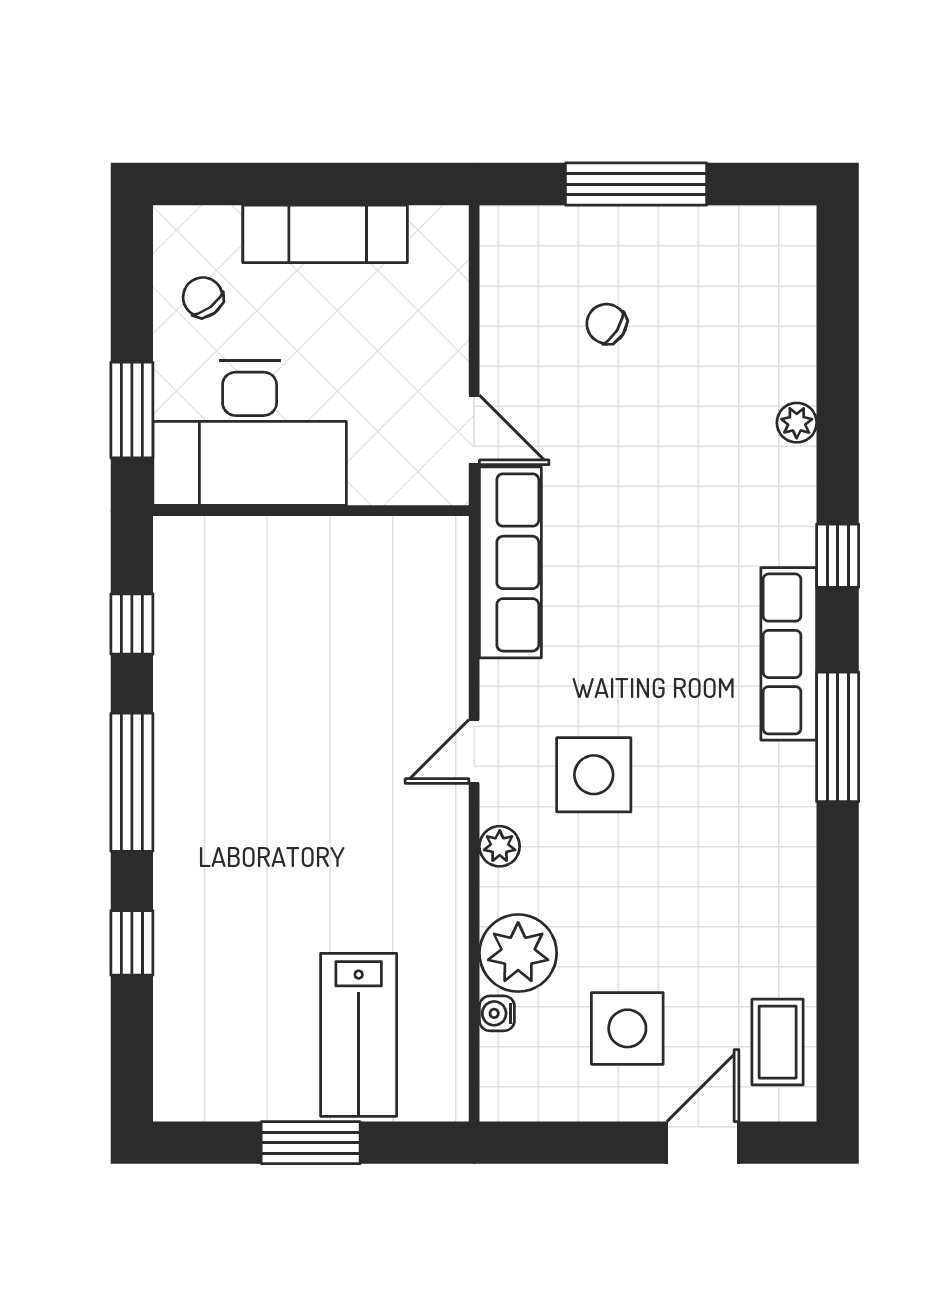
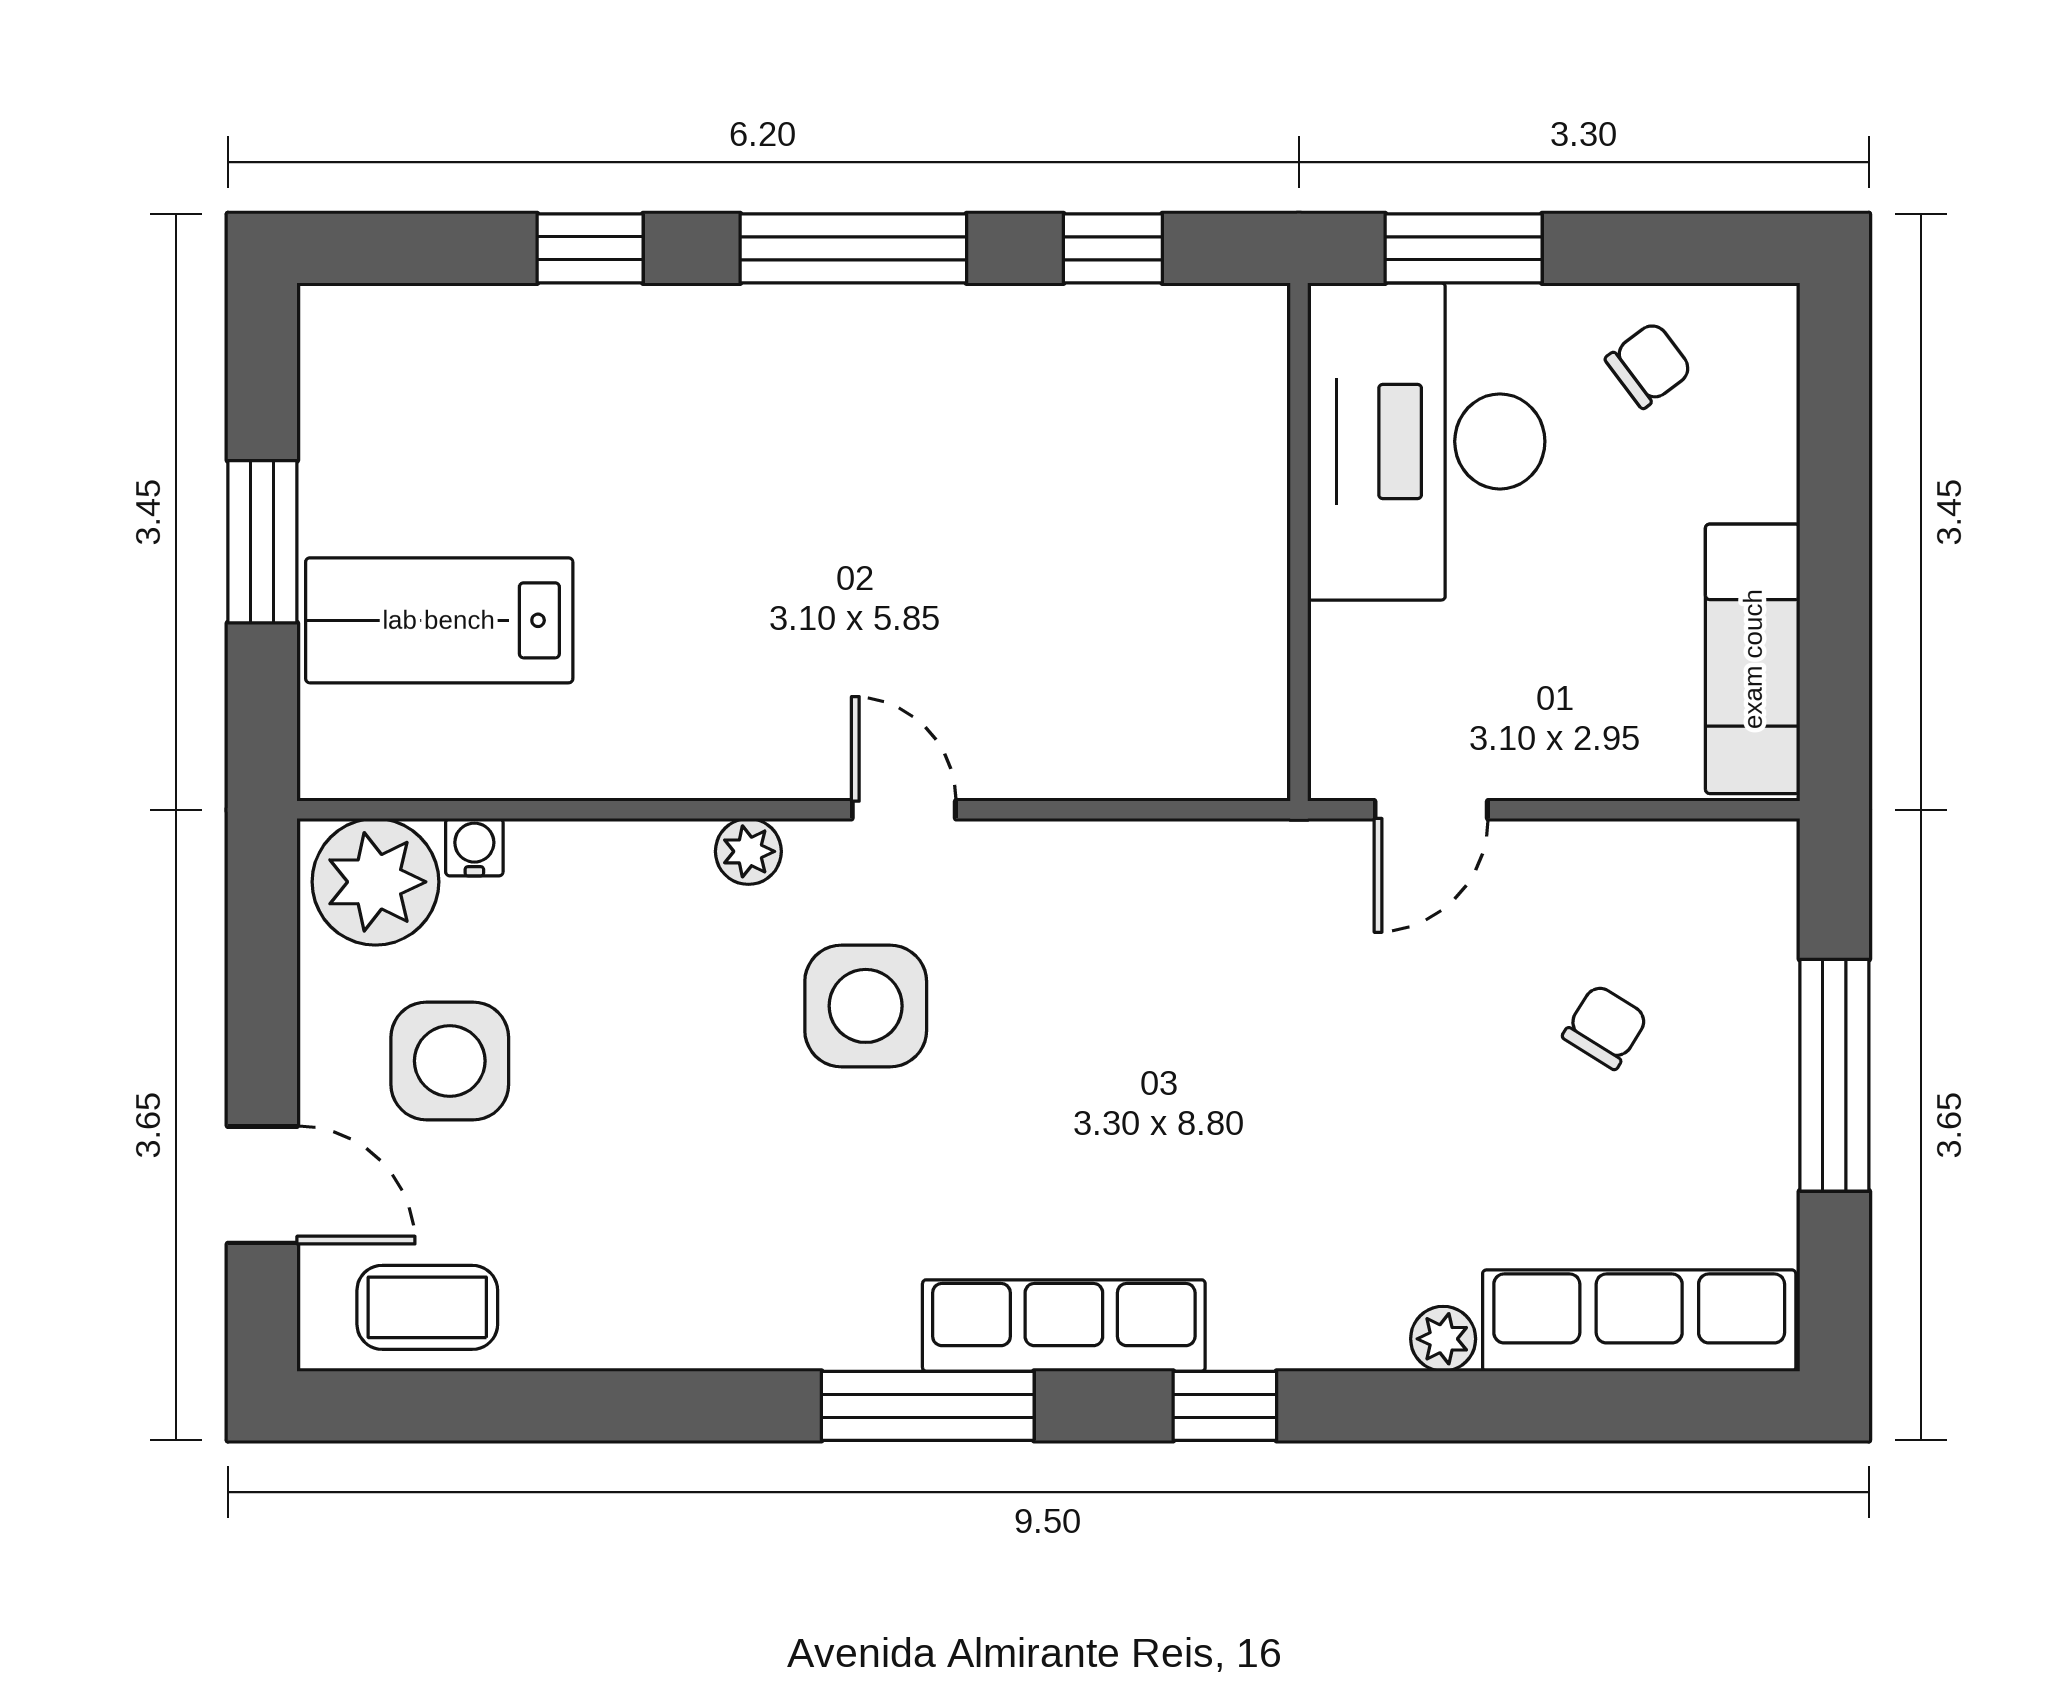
exam couch: (325, 234) -> (1753, 659), moved
row of seats: (510, 562) -> (1639, 1321), moved, turned 180
plant: (518, 953) -> (375, 882), moved

